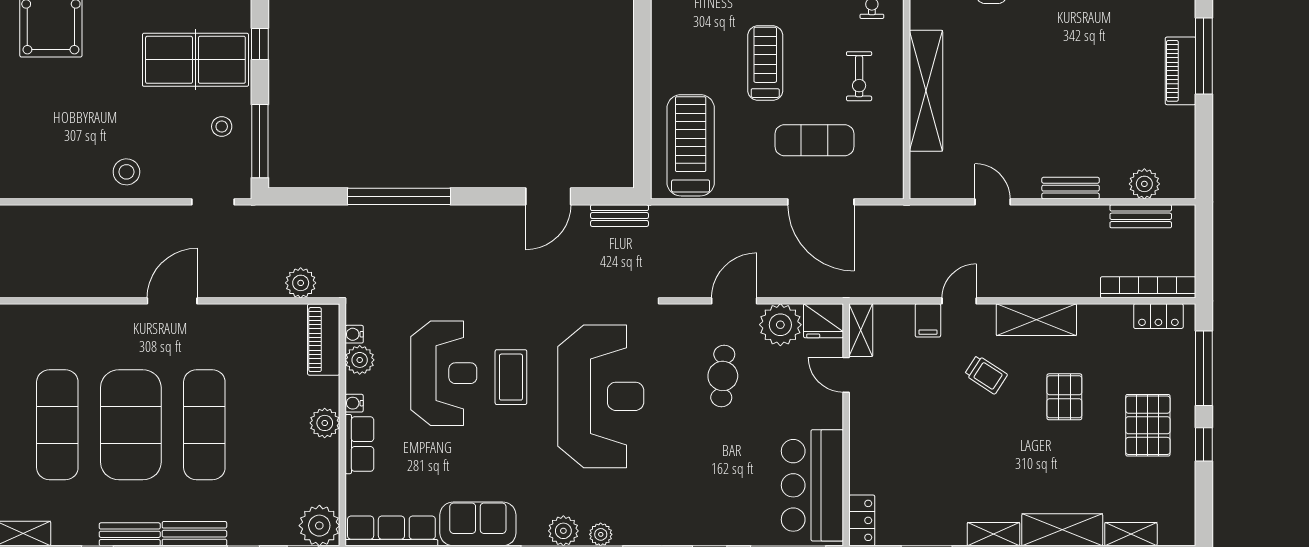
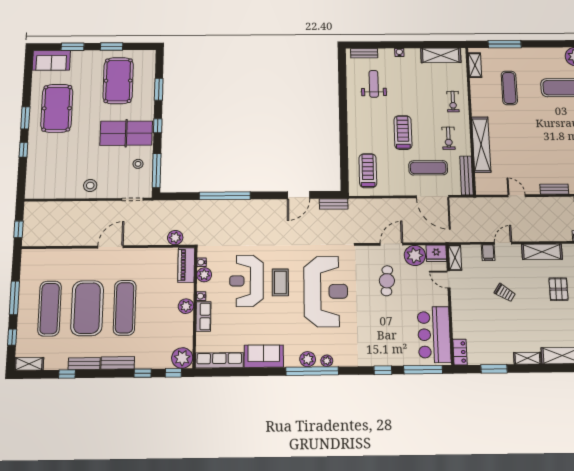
treadmill: (691, 145) -> (368, 171), width x0.73, depth x0.73
bench: (892, 157) -> (466, 175), added
reception desk: (444, 373) -> (246, 281), turned 180
trolley: (986, 375) -> (505, 293), moved

